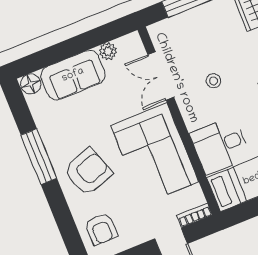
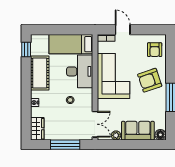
double door: (161, 76) -> (95, 124), moved
desk: (220, 146) -> (80, 71), width x1.37
armchair: (101, 229) -> (155, 50), turned 180

